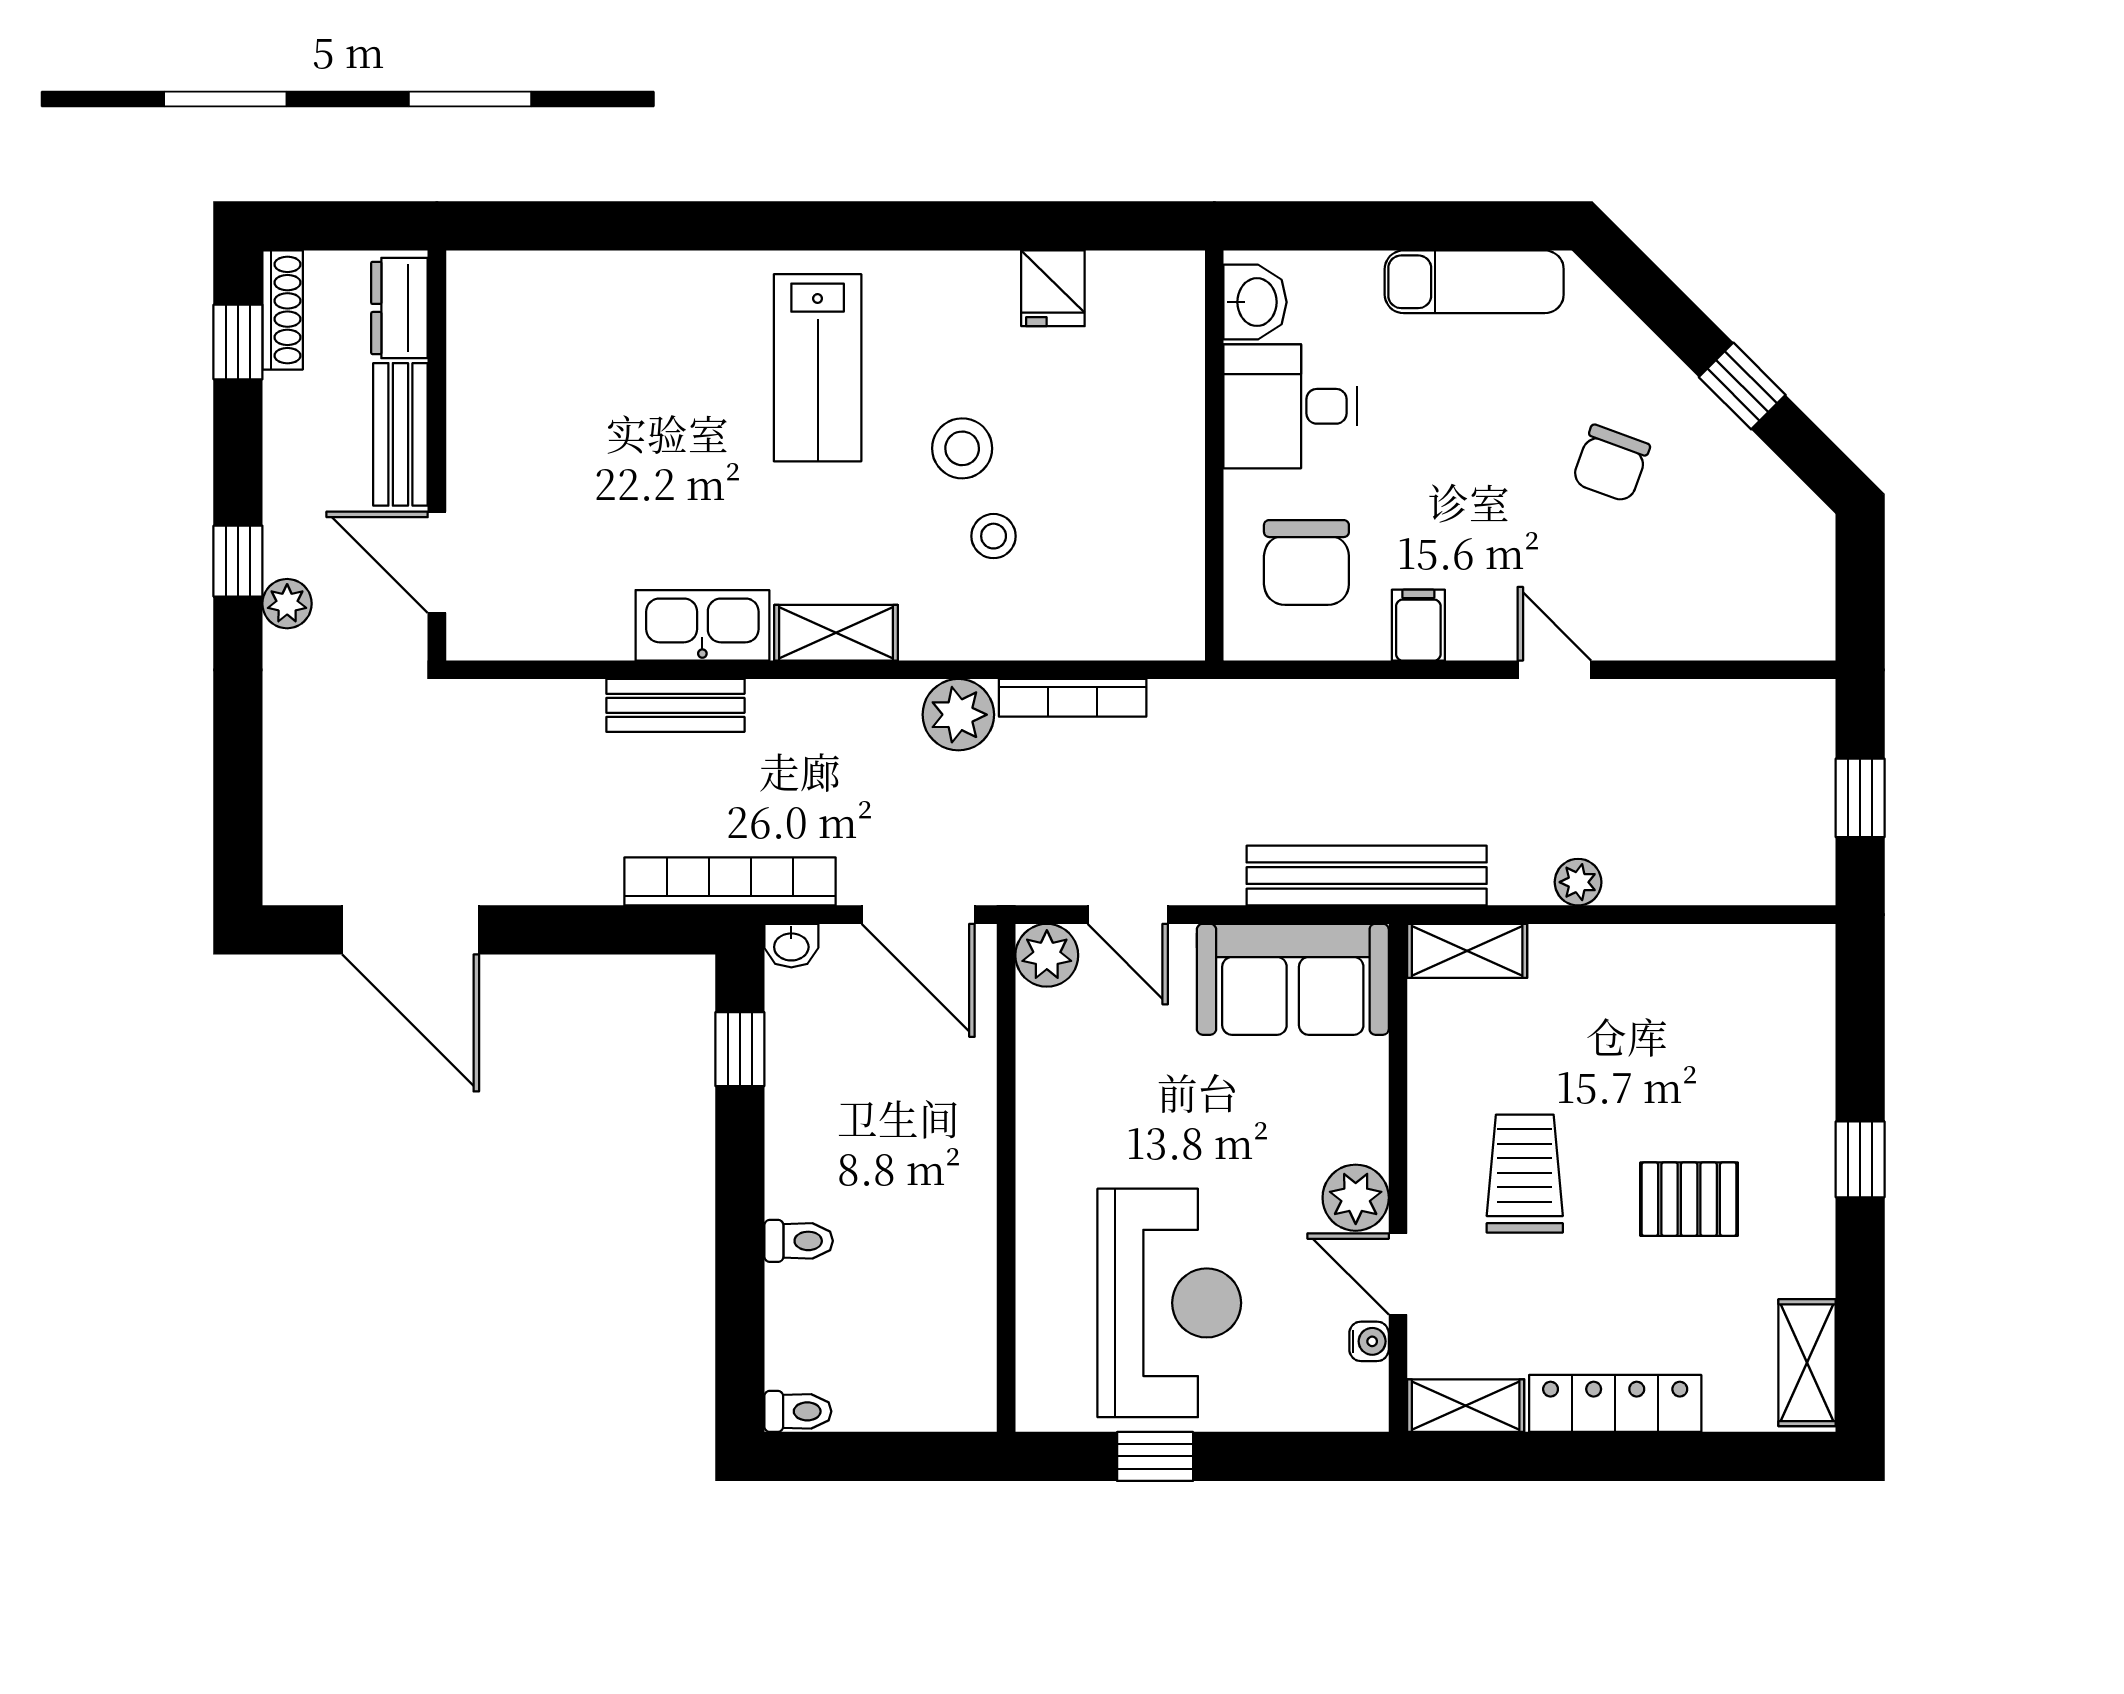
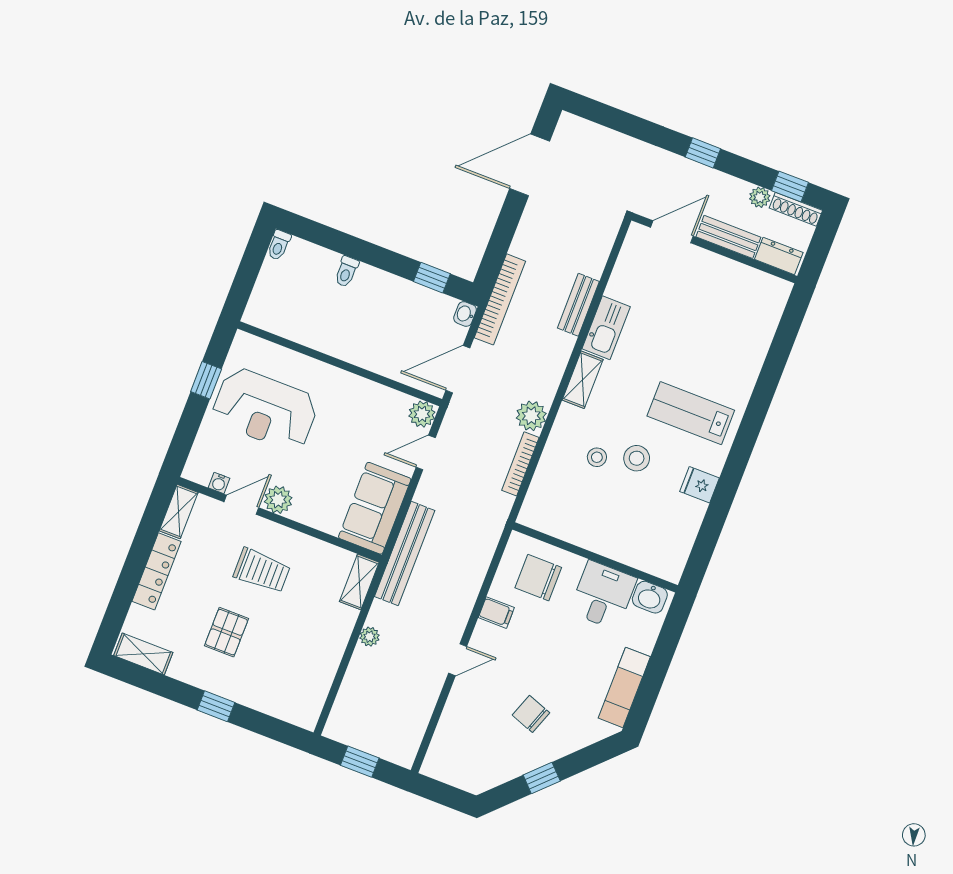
fridge: (1053, 288) -> (699, 485), moved
plant: (287, 604) -> (760, 197), moved

